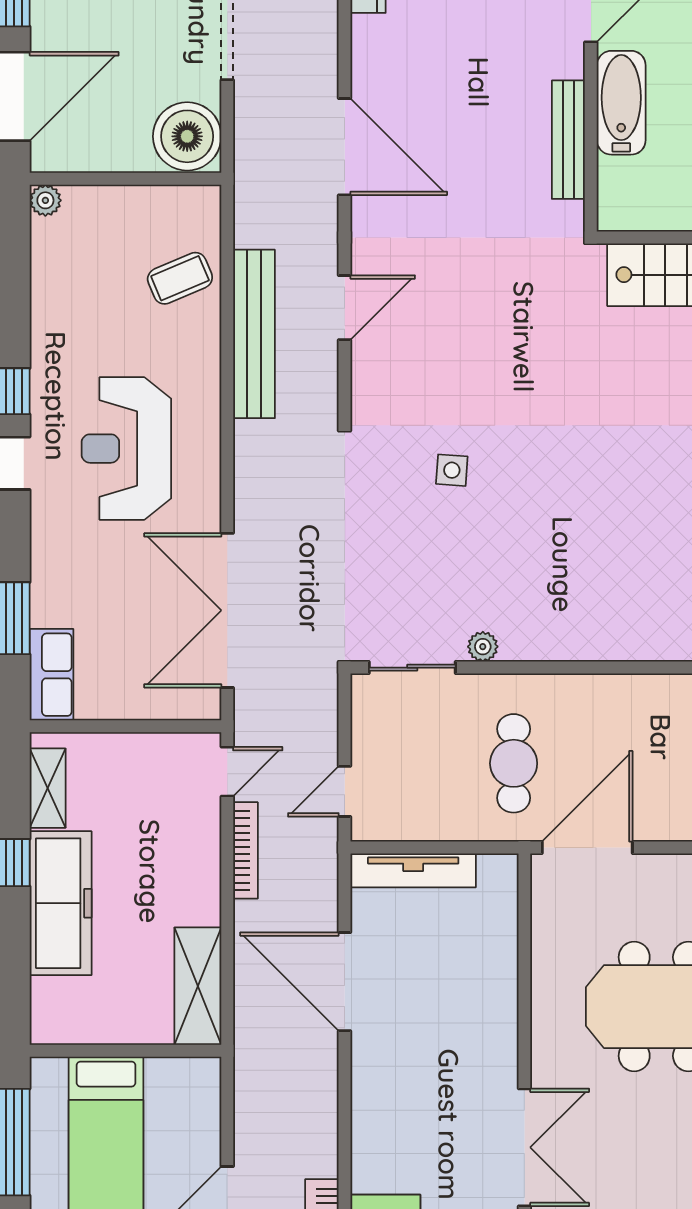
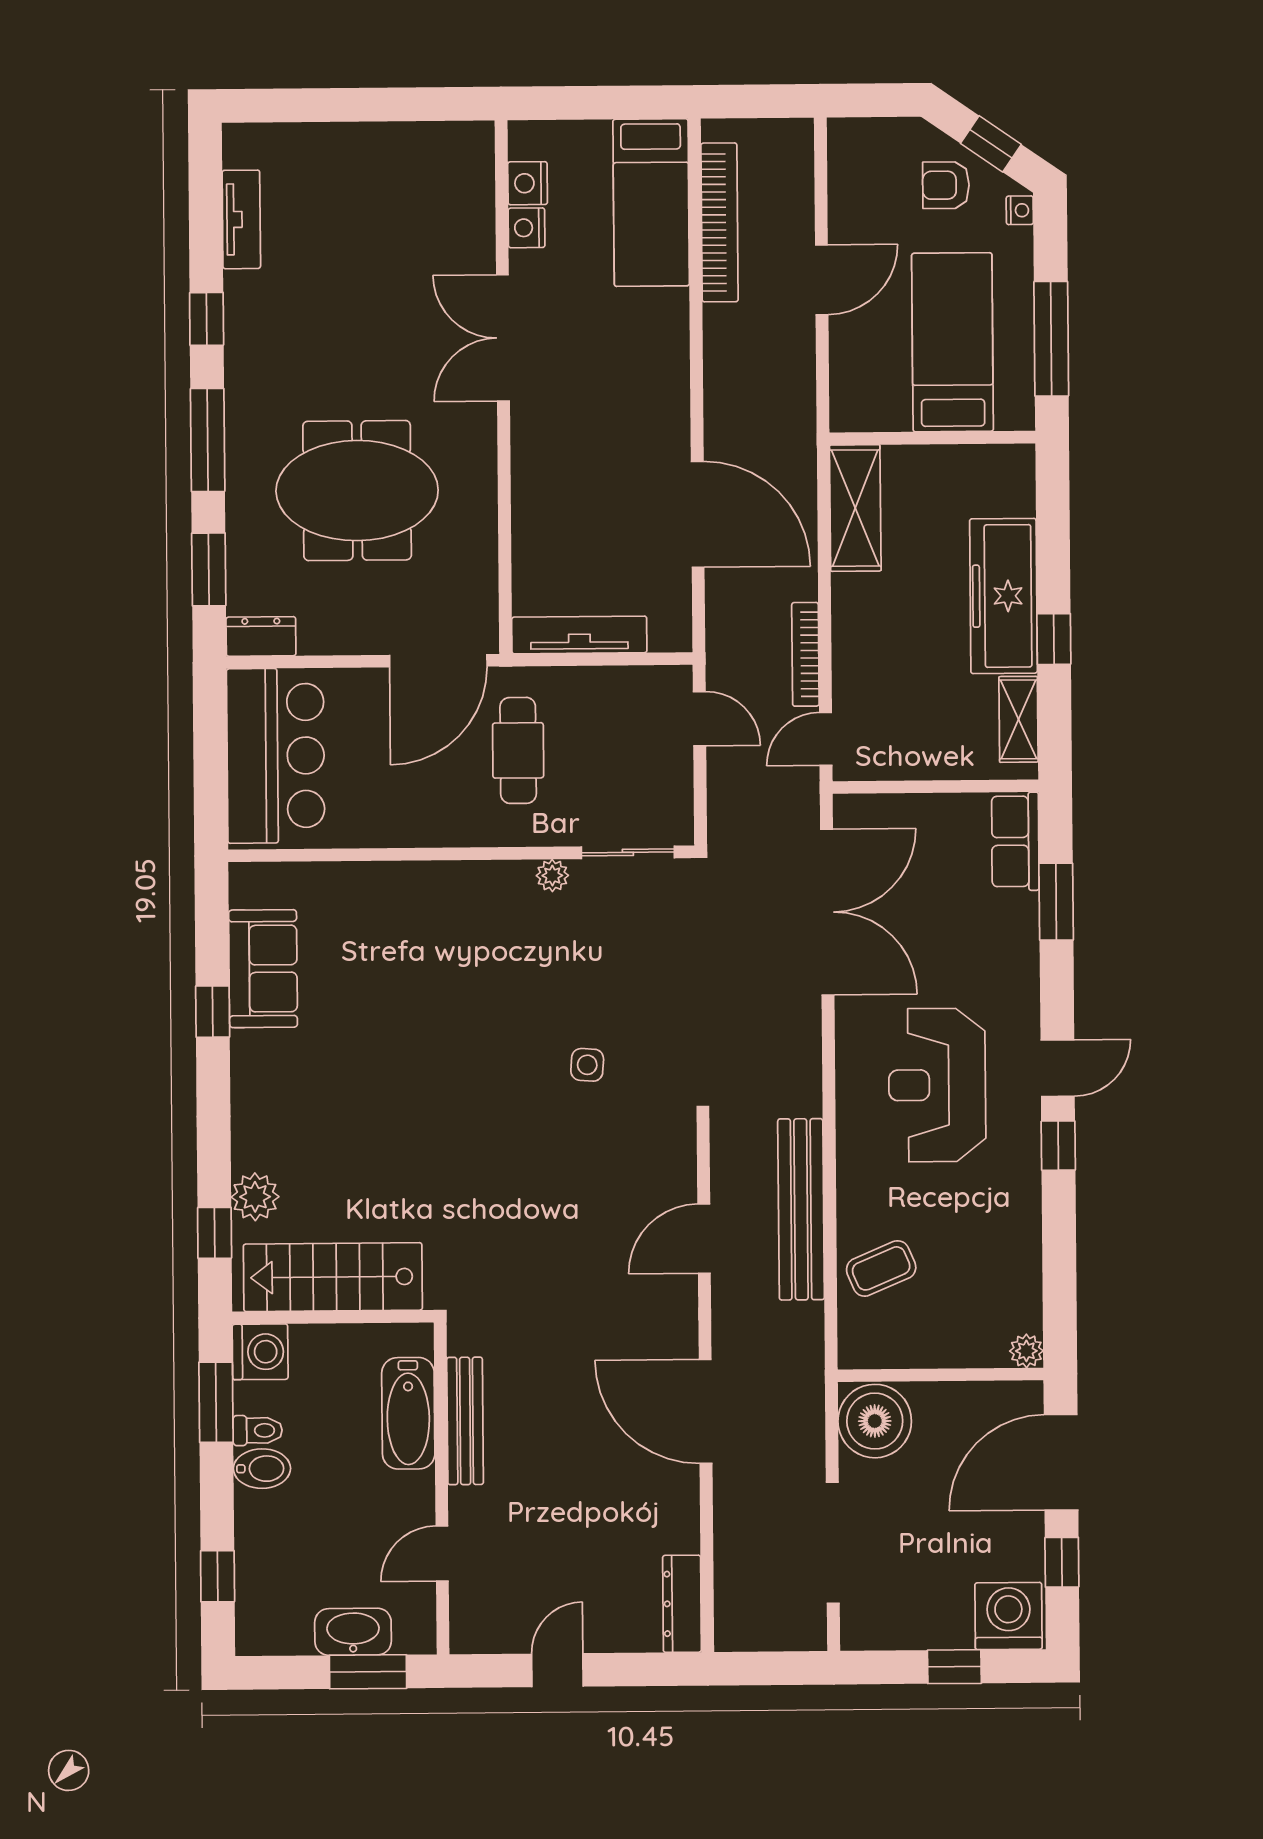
bathtub: (621, 103) -> (408, 1413), moved
reception desk: (126, 449) -> (937, 1085), turned 180
door: (345, 791) -> (700, 719), hinge flipped
tv unit: (413, 870) -> (579, 635), moved

